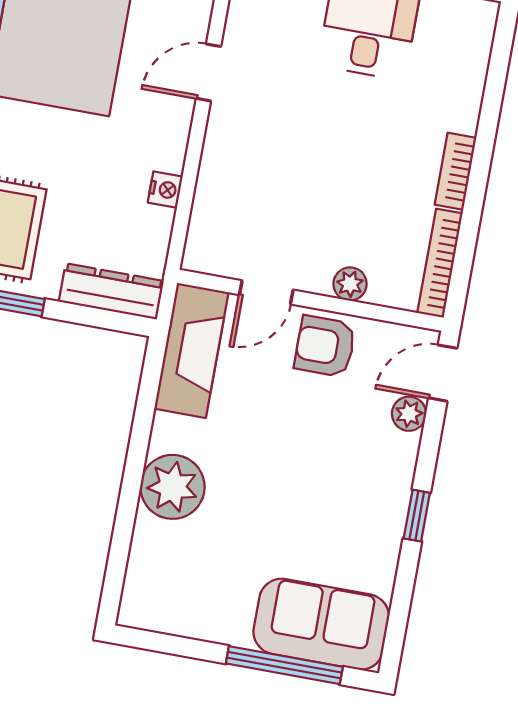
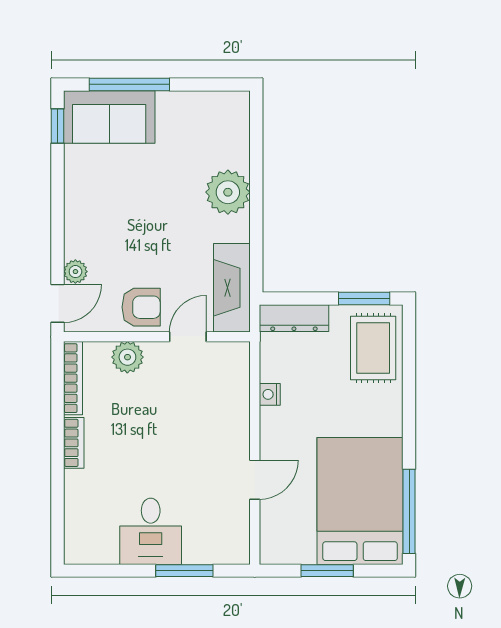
plant: (350, 284) -> (127, 357), width x1.38, depth x1.38
window: (417, 516) -> (57, 126), moved

